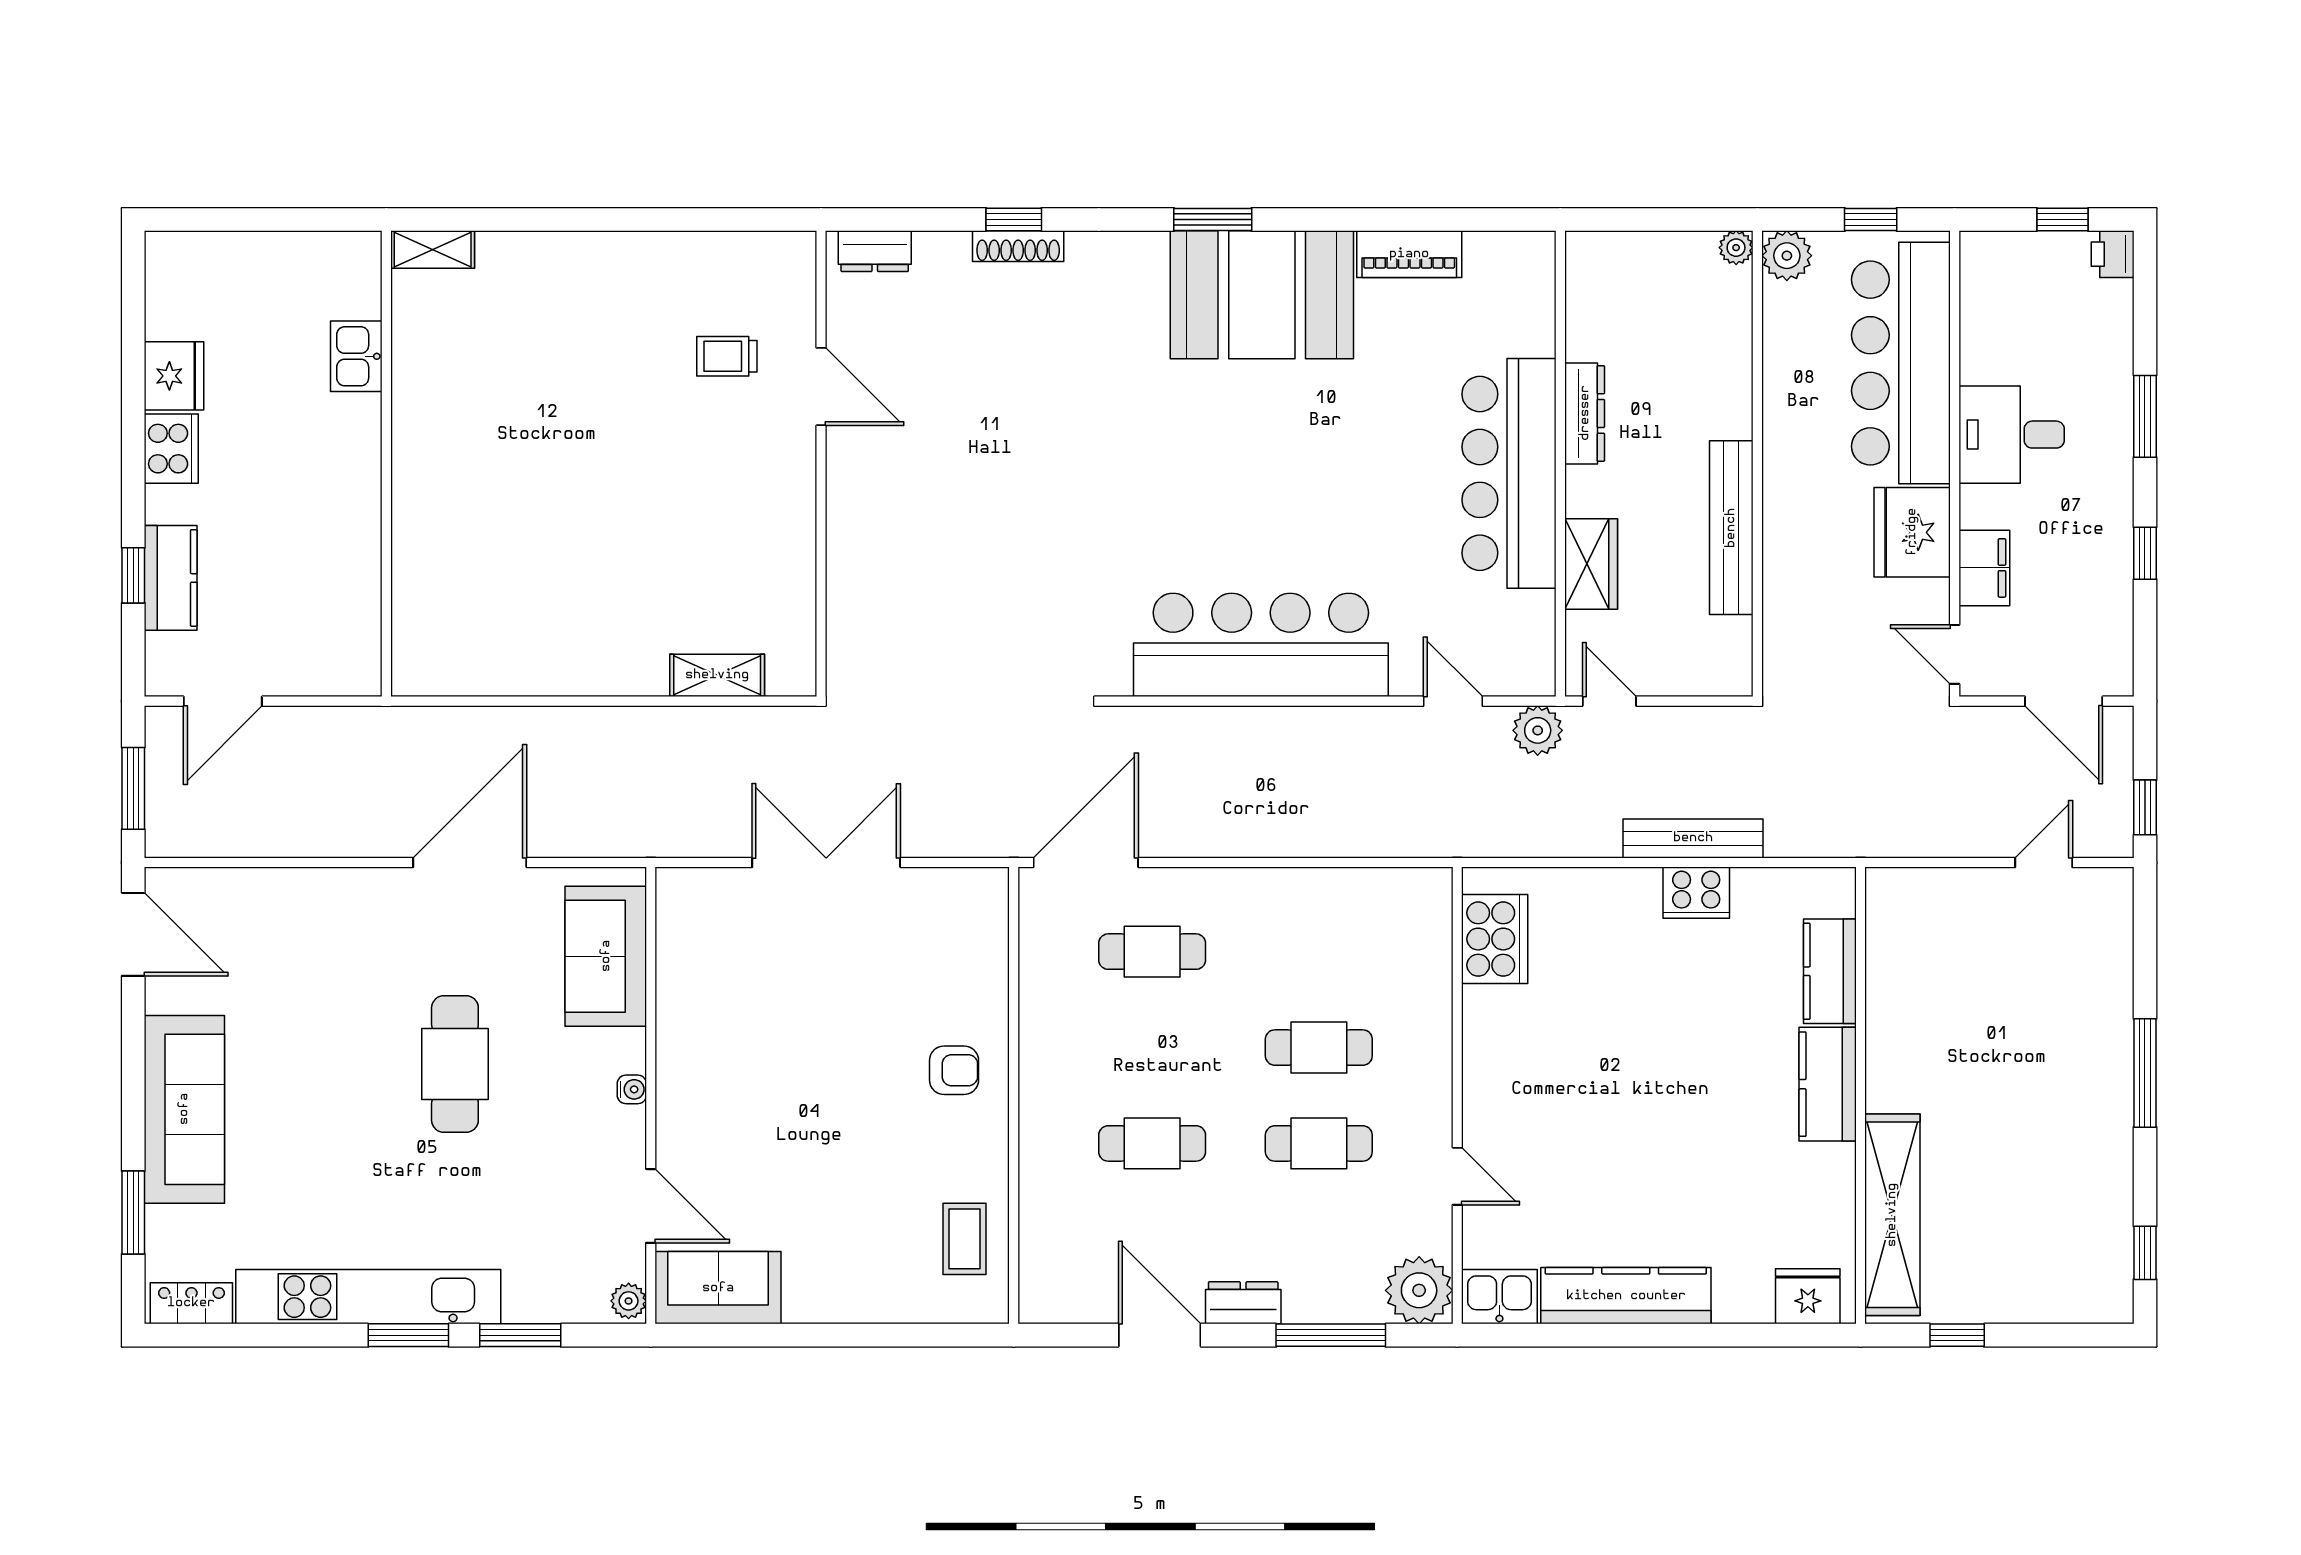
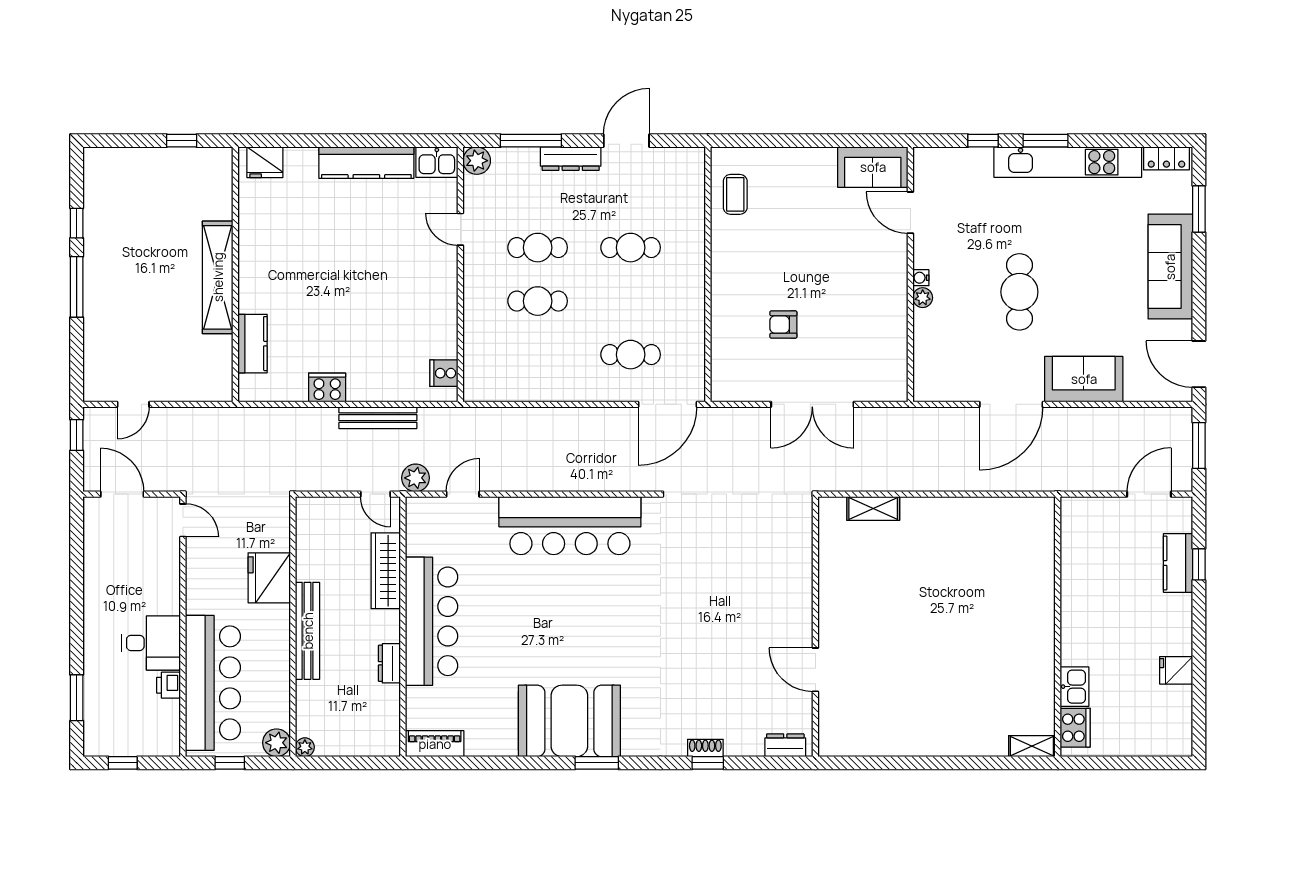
shoe rack: (1018, 246) -> (705, 748), width x0.70
piano: (1409, 254) -> (435, 744), moved
printer: (2113, 254) -> (169, 685), moved, turned 180
trolley: (727, 356) -> (868, 687), removed
fridge: (174, 376) -> (1176, 670), width x0.72
dresser: (1585, 413) -> (389, 663), width x0.70
window: (2145, 416) -> (77, 698), moved
cooker: (171, 449) -> (1075, 728), moved, turned 180
bench: (1731, 528) -> (308, 631), moved
fridge: (1912, 532) -> (269, 578), moved, turned 180
window: (2145, 553) -> (77, 577), removed
wardrobe: (1591, 564) -> (386, 571), width x1.50
filing cabinet: (1984, 568) -> (166, 569), removed
door: (1453, 701) -> (463, 494), swing flipped
bench: (1693, 838) -> (378, 418), moved
cooker: (1495, 939) -> (444, 373), width x0.53, depth x0.76
sofa: (606, 956) -> (1084, 379), moved, turned -90
armchair: (954, 1070) -> (783, 324), moved
kitchen counter: (1828, 1084) -> (254, 281), removed
shelving: (1892, 1215) -> (218, 277), moved
window: (2145, 1253) -> (77, 223), moved
plant: (1419, 1290) -> (477, 161), width x0.73, depth x0.73
plant: (629, 1301) -> (923, 298), moved
dresser: (1243, 1303) -> (571, 159), width x1.44
window: (520, 1335) -> (983, 141), width x0.67
door: (1160, 1335) -> (626, 141), swing flipped

